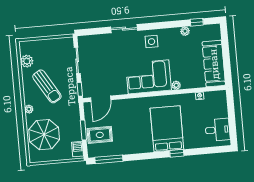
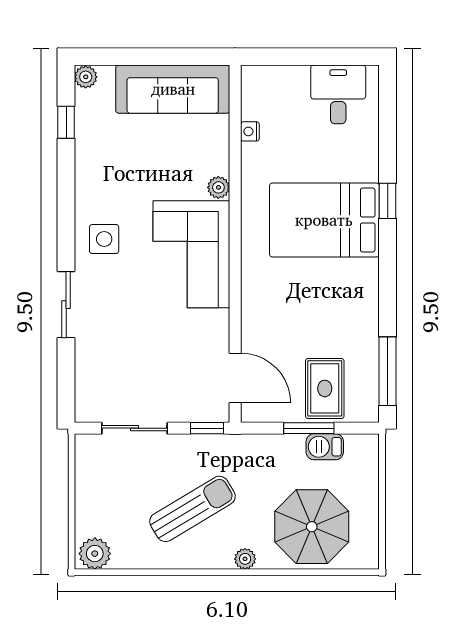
plant: (185, 31) -> (86, 77), moved
plant: (27, 61) -> (95, 554), moved
barbecue: (78, 149) -> (325, 447), moved

